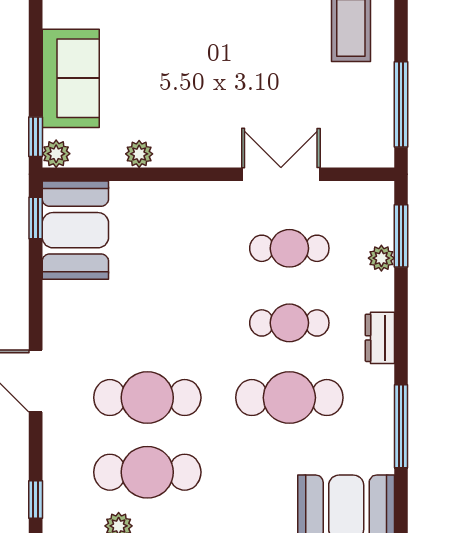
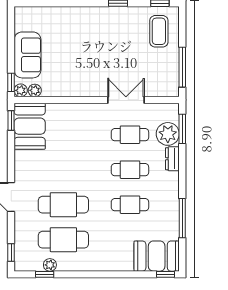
plant: (139, 154) -> (35, 90), moved
plant: (381, 258) -> (168, 134), width x1.87, depth x1.87
dresser: (380, 338) -> (172, 159), moved
cafe table: (289, 398) -> (130, 205), width x0.73, depth x0.74

